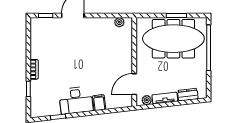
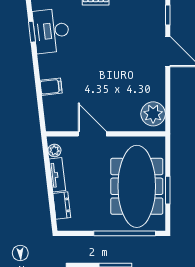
plant: (119, 22) -> (153, 114), width x1.87, depth x1.87
door: (134, 84) -> (92, 134), moved
desk: (76, 100) -> (51, 31), moved

